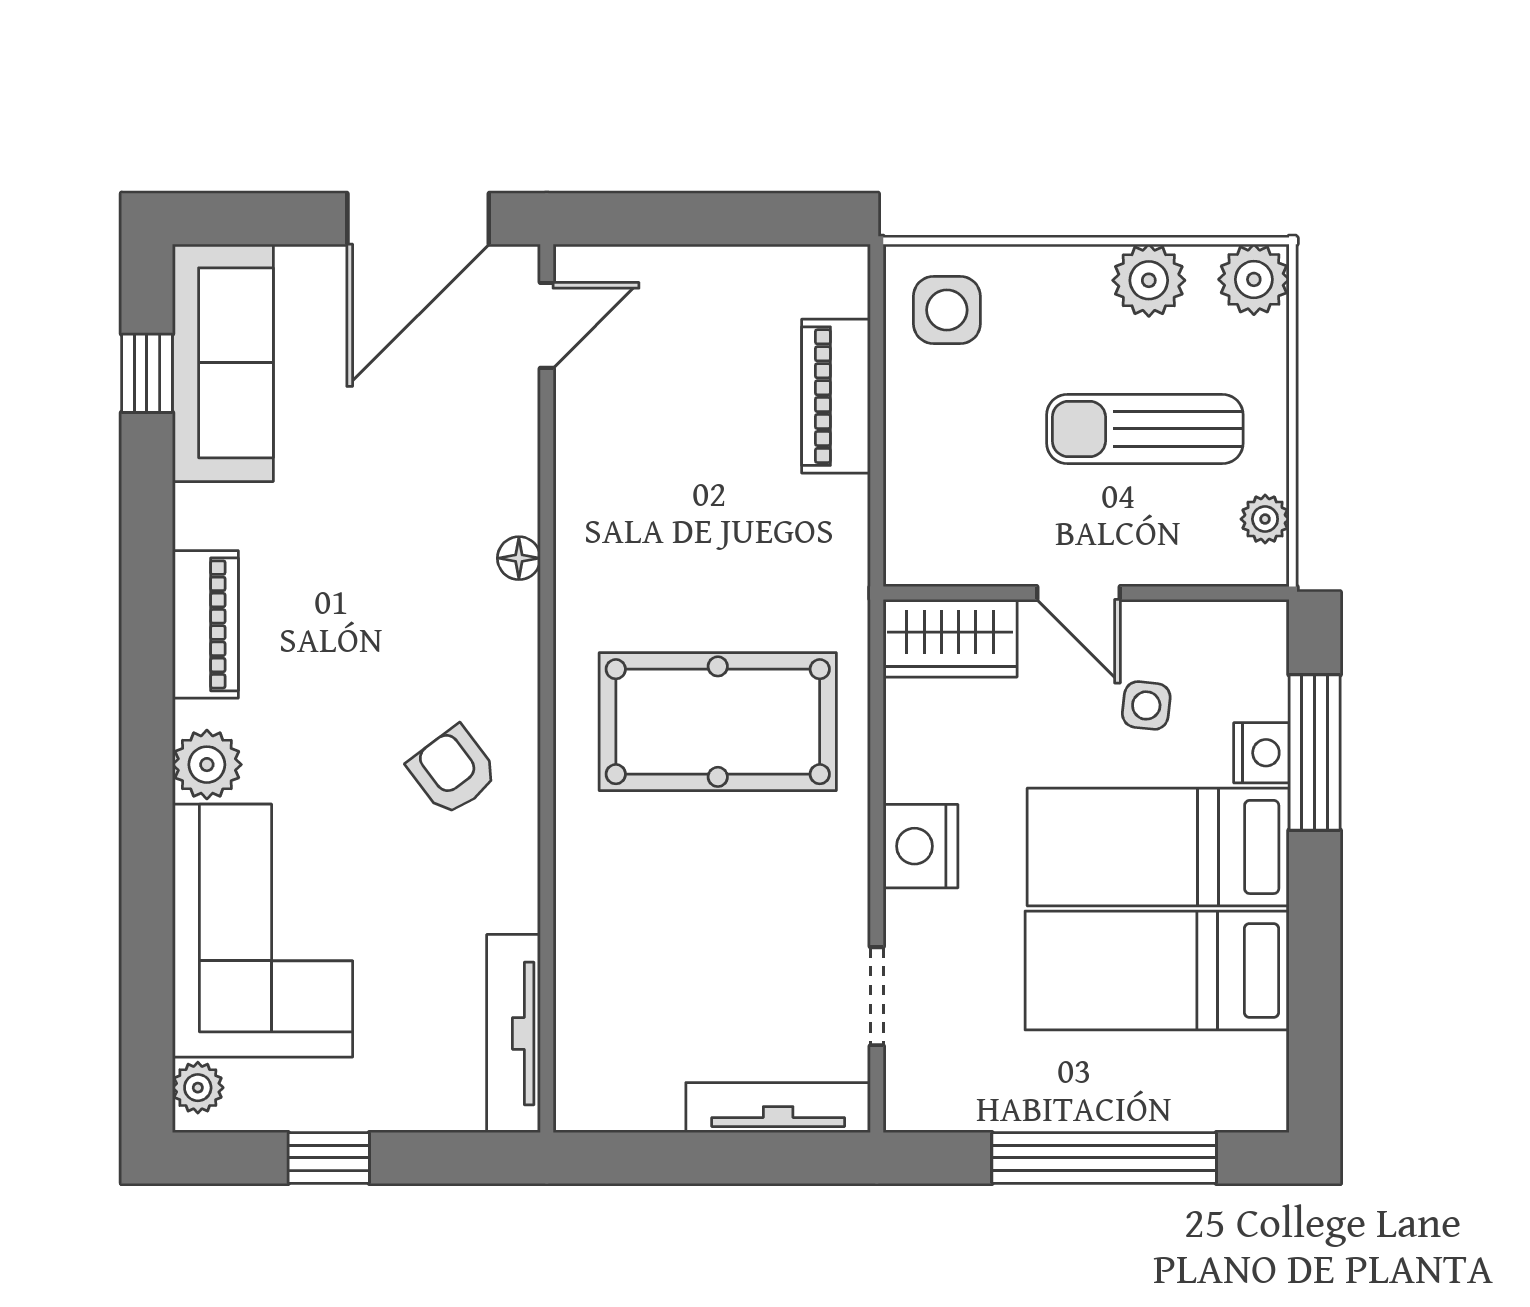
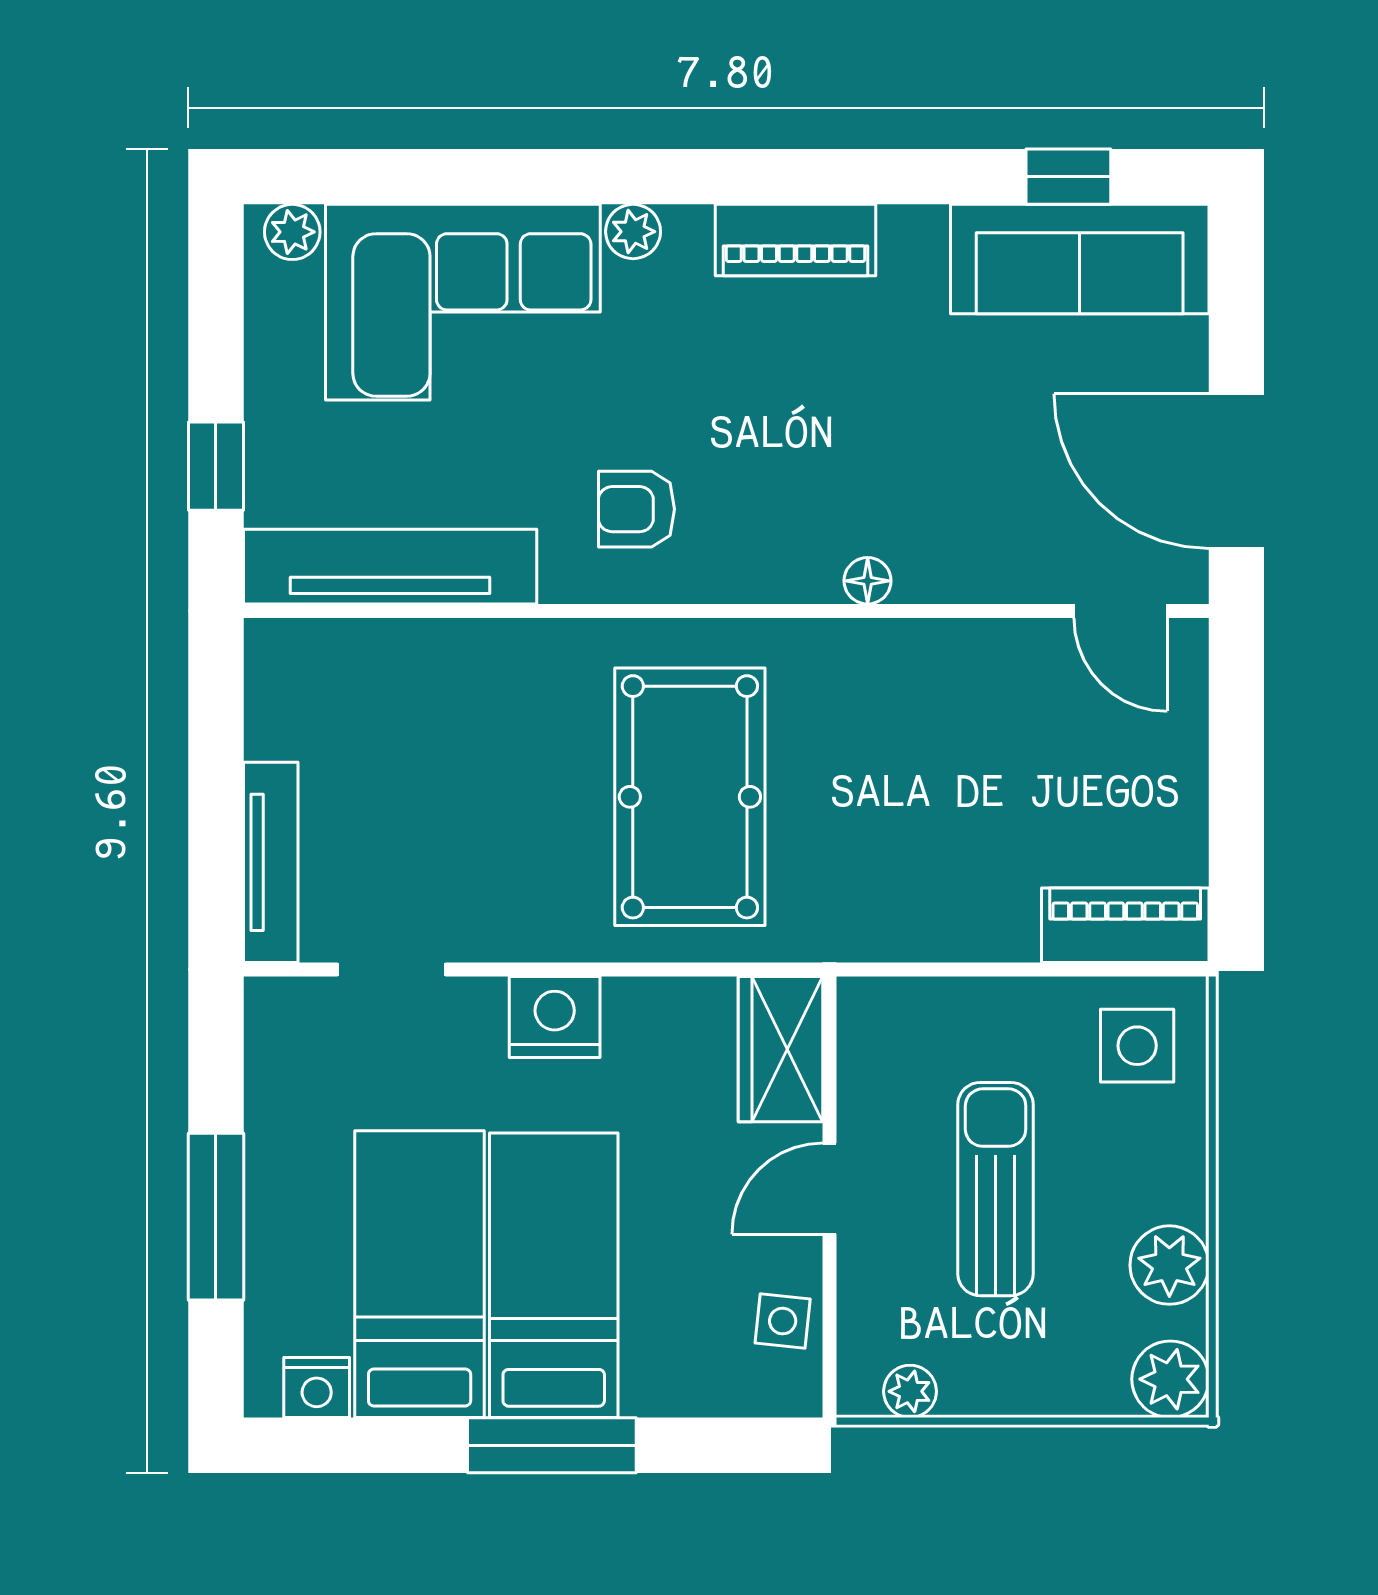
piano: (836, 396) -> (1125, 925), moved
sun lounger: (1145, 429) -> (996, 1189), moved
side table: (1146, 705) -> (783, 1321), moved
nightstand: (1261, 753) -> (317, 1388), moved
window: (1315, 753) -> (552, 1445), moved
plant: (207, 765) -> (633, 232), width x0.73, depth x0.73
armchair: (453, 771) -> (636, 509), turned -143
tv unit: (514, 1033) -> (390, 567), width x1.36, depth x1.29
window: (329, 1158) -> (216, 466), moved
window: (1104, 1158) -> (216, 1217), width x0.68

